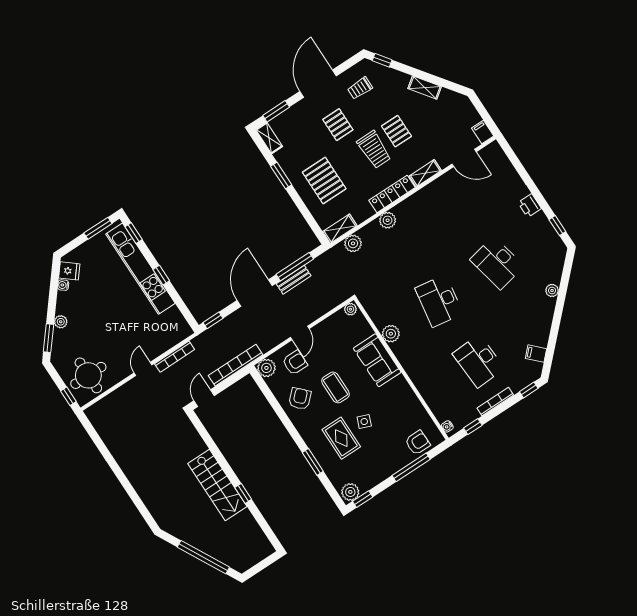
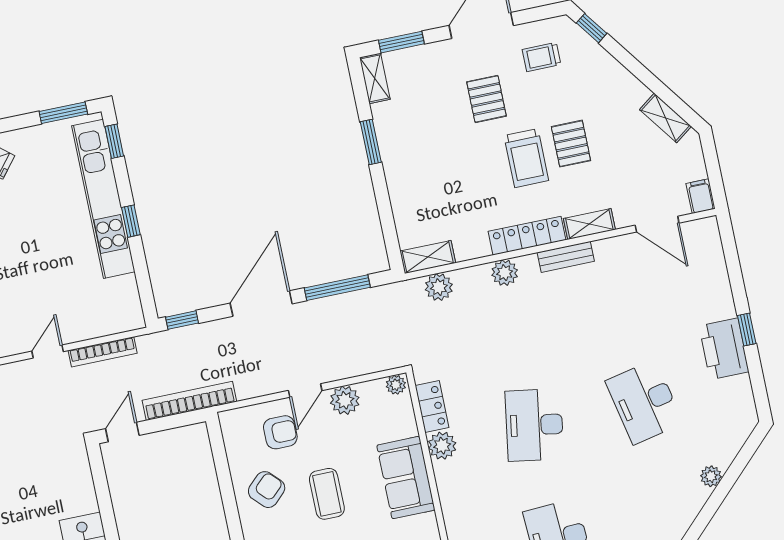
shelving: (425, 88) -> (665, 118), moved
pallet: (324, 181) -> (433, 175), removed
printer: (530, 206) -> (724, 349), width x1.87, depth x1.48
window: (557, 226) -> (747, 330), moved
bench: (294, 280) -> (566, 257), moved
locker: (376, 314) -> (432, 407), added
plant: (266, 368) -> (345, 400), moved

